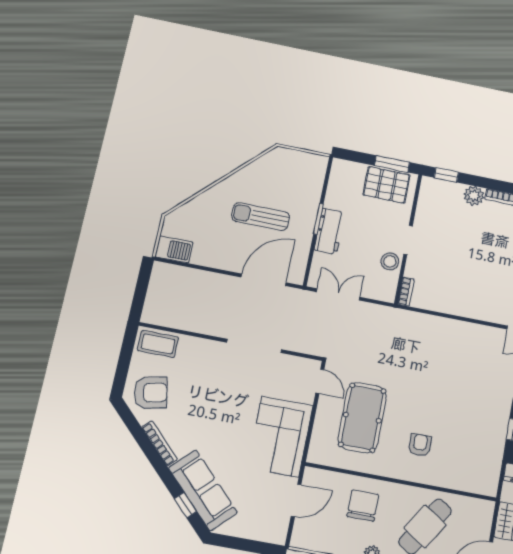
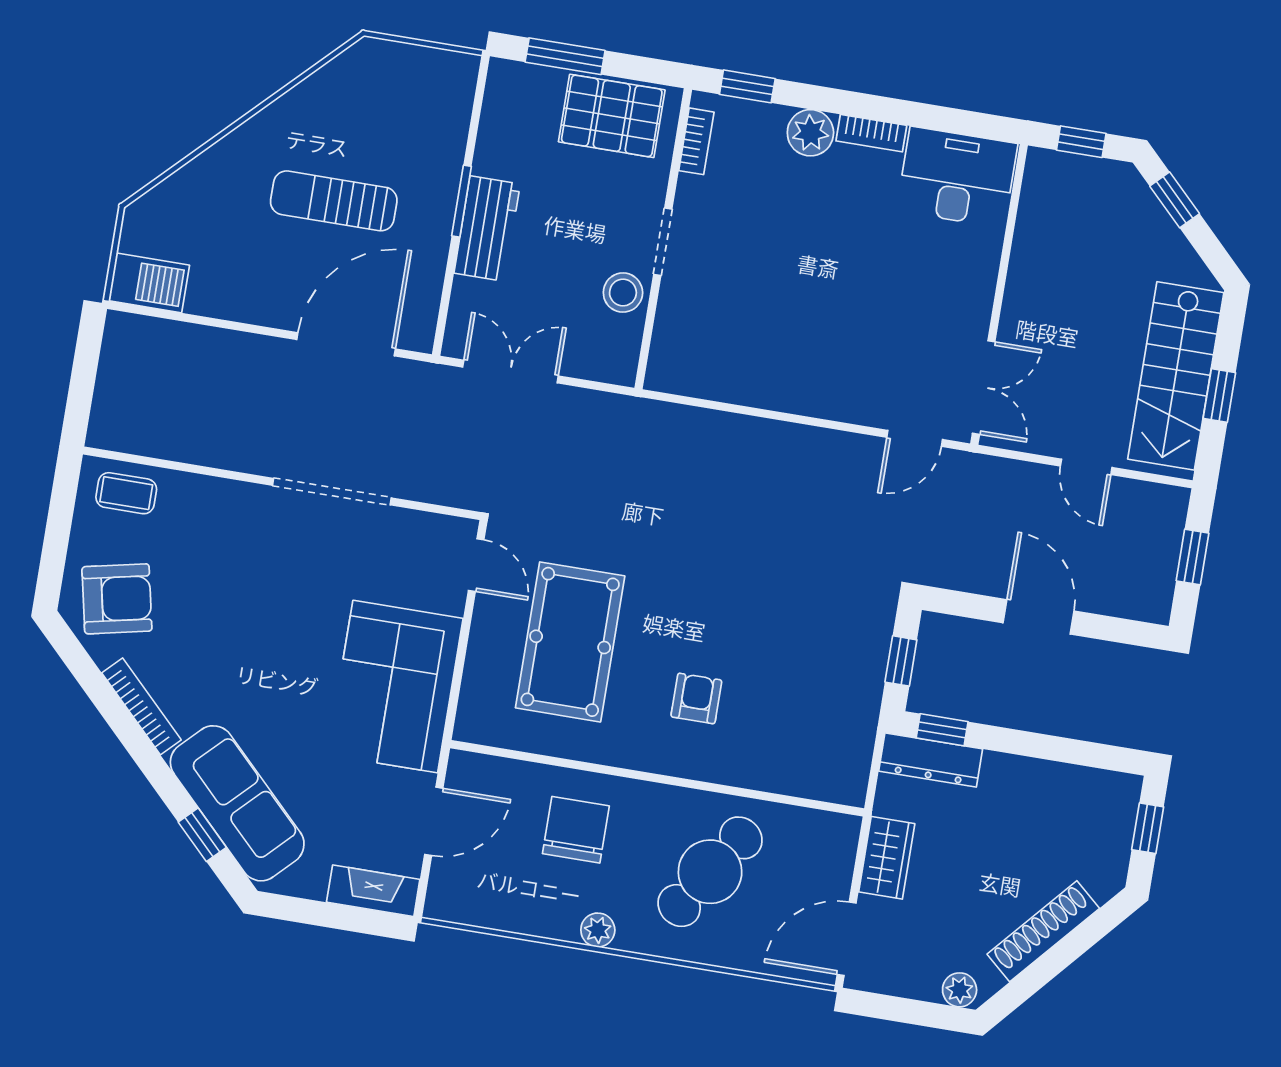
window: (392, 164) -> (565, 56), moved
bookcase: (406, 292) -> (696, 141), moved
coffee table: (158, 344) -> (126, 493), width x0.73, depth x0.77
fireplace: (266, 533) -> (373, 891), added

